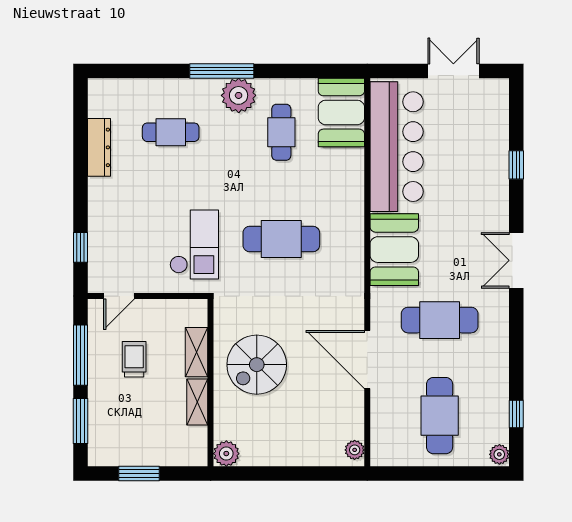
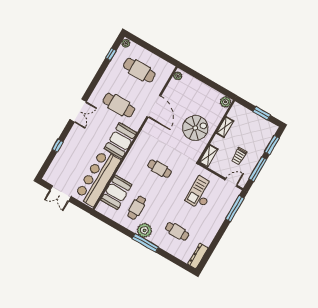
booth: (341, 112) -> (116, 192), moved
dresser: (99, 147) -> (198, 256), moved
cafe table: (281, 239) -> (159, 169), width x0.73, depth x0.74
checkout: (194, 244) -> (201, 193), moved
window: (81, 247) -> (235, 209), width x2.17
shelving: (197, 352) -> (209, 156), moved
cafe table: (440, 416) -> (139, 70), turned 90

